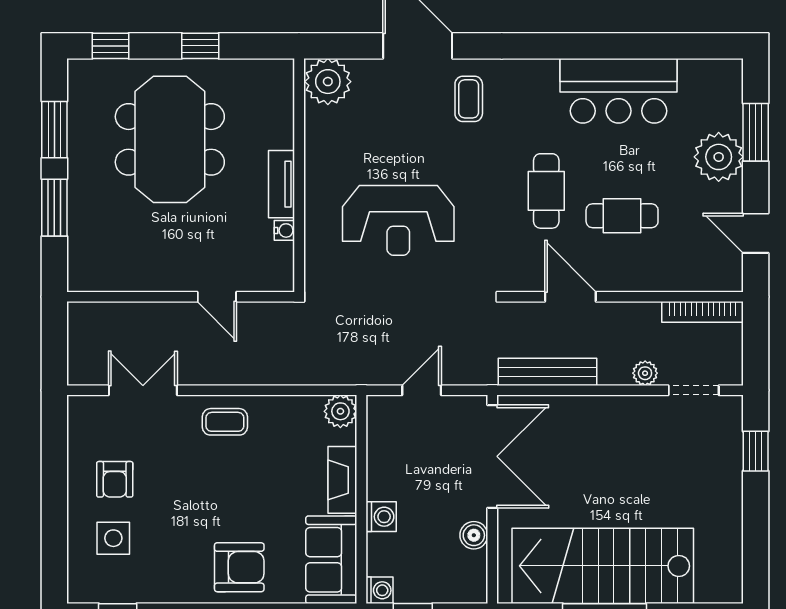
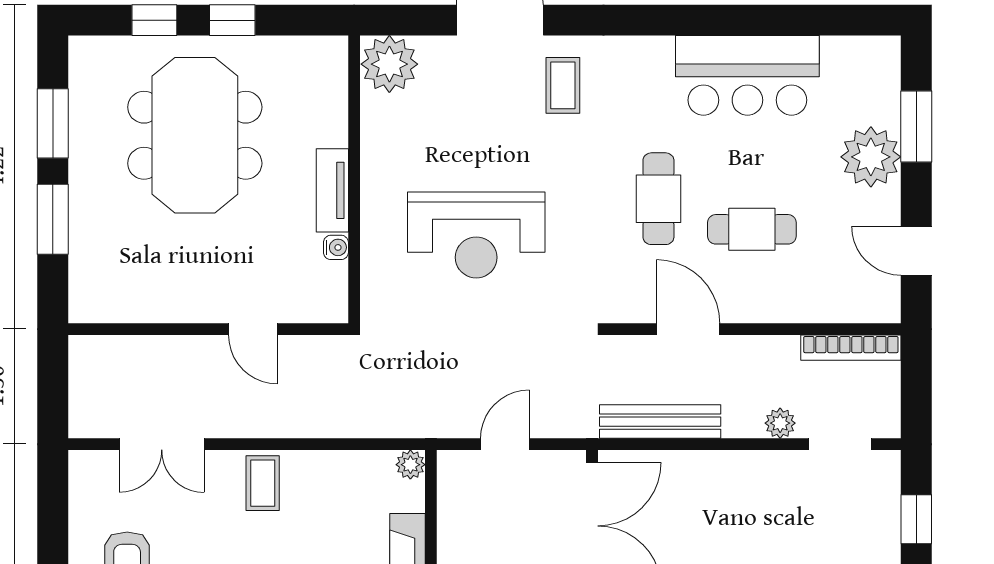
window: (111, 46) -> (154, 20), moved
double door: (143, 390) -> (162, 444), swing flipped
plant: (340, 411) -> (410, 465), width x0.73, depth x0.73
coffee table: (225, 422) -> (263, 483), turned 90

